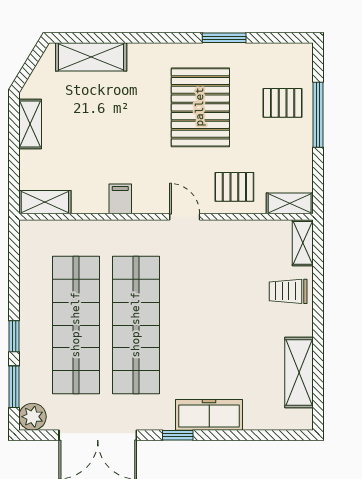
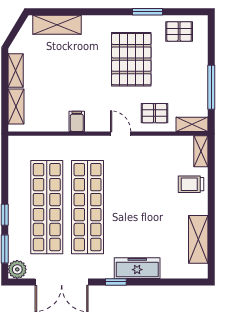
pallet: (283, 103) -> (179, 31), moved
window: (318, 115) -> (211, 87), moved
shelving: (45, 202) -> (16, 106), moved, turned 90

